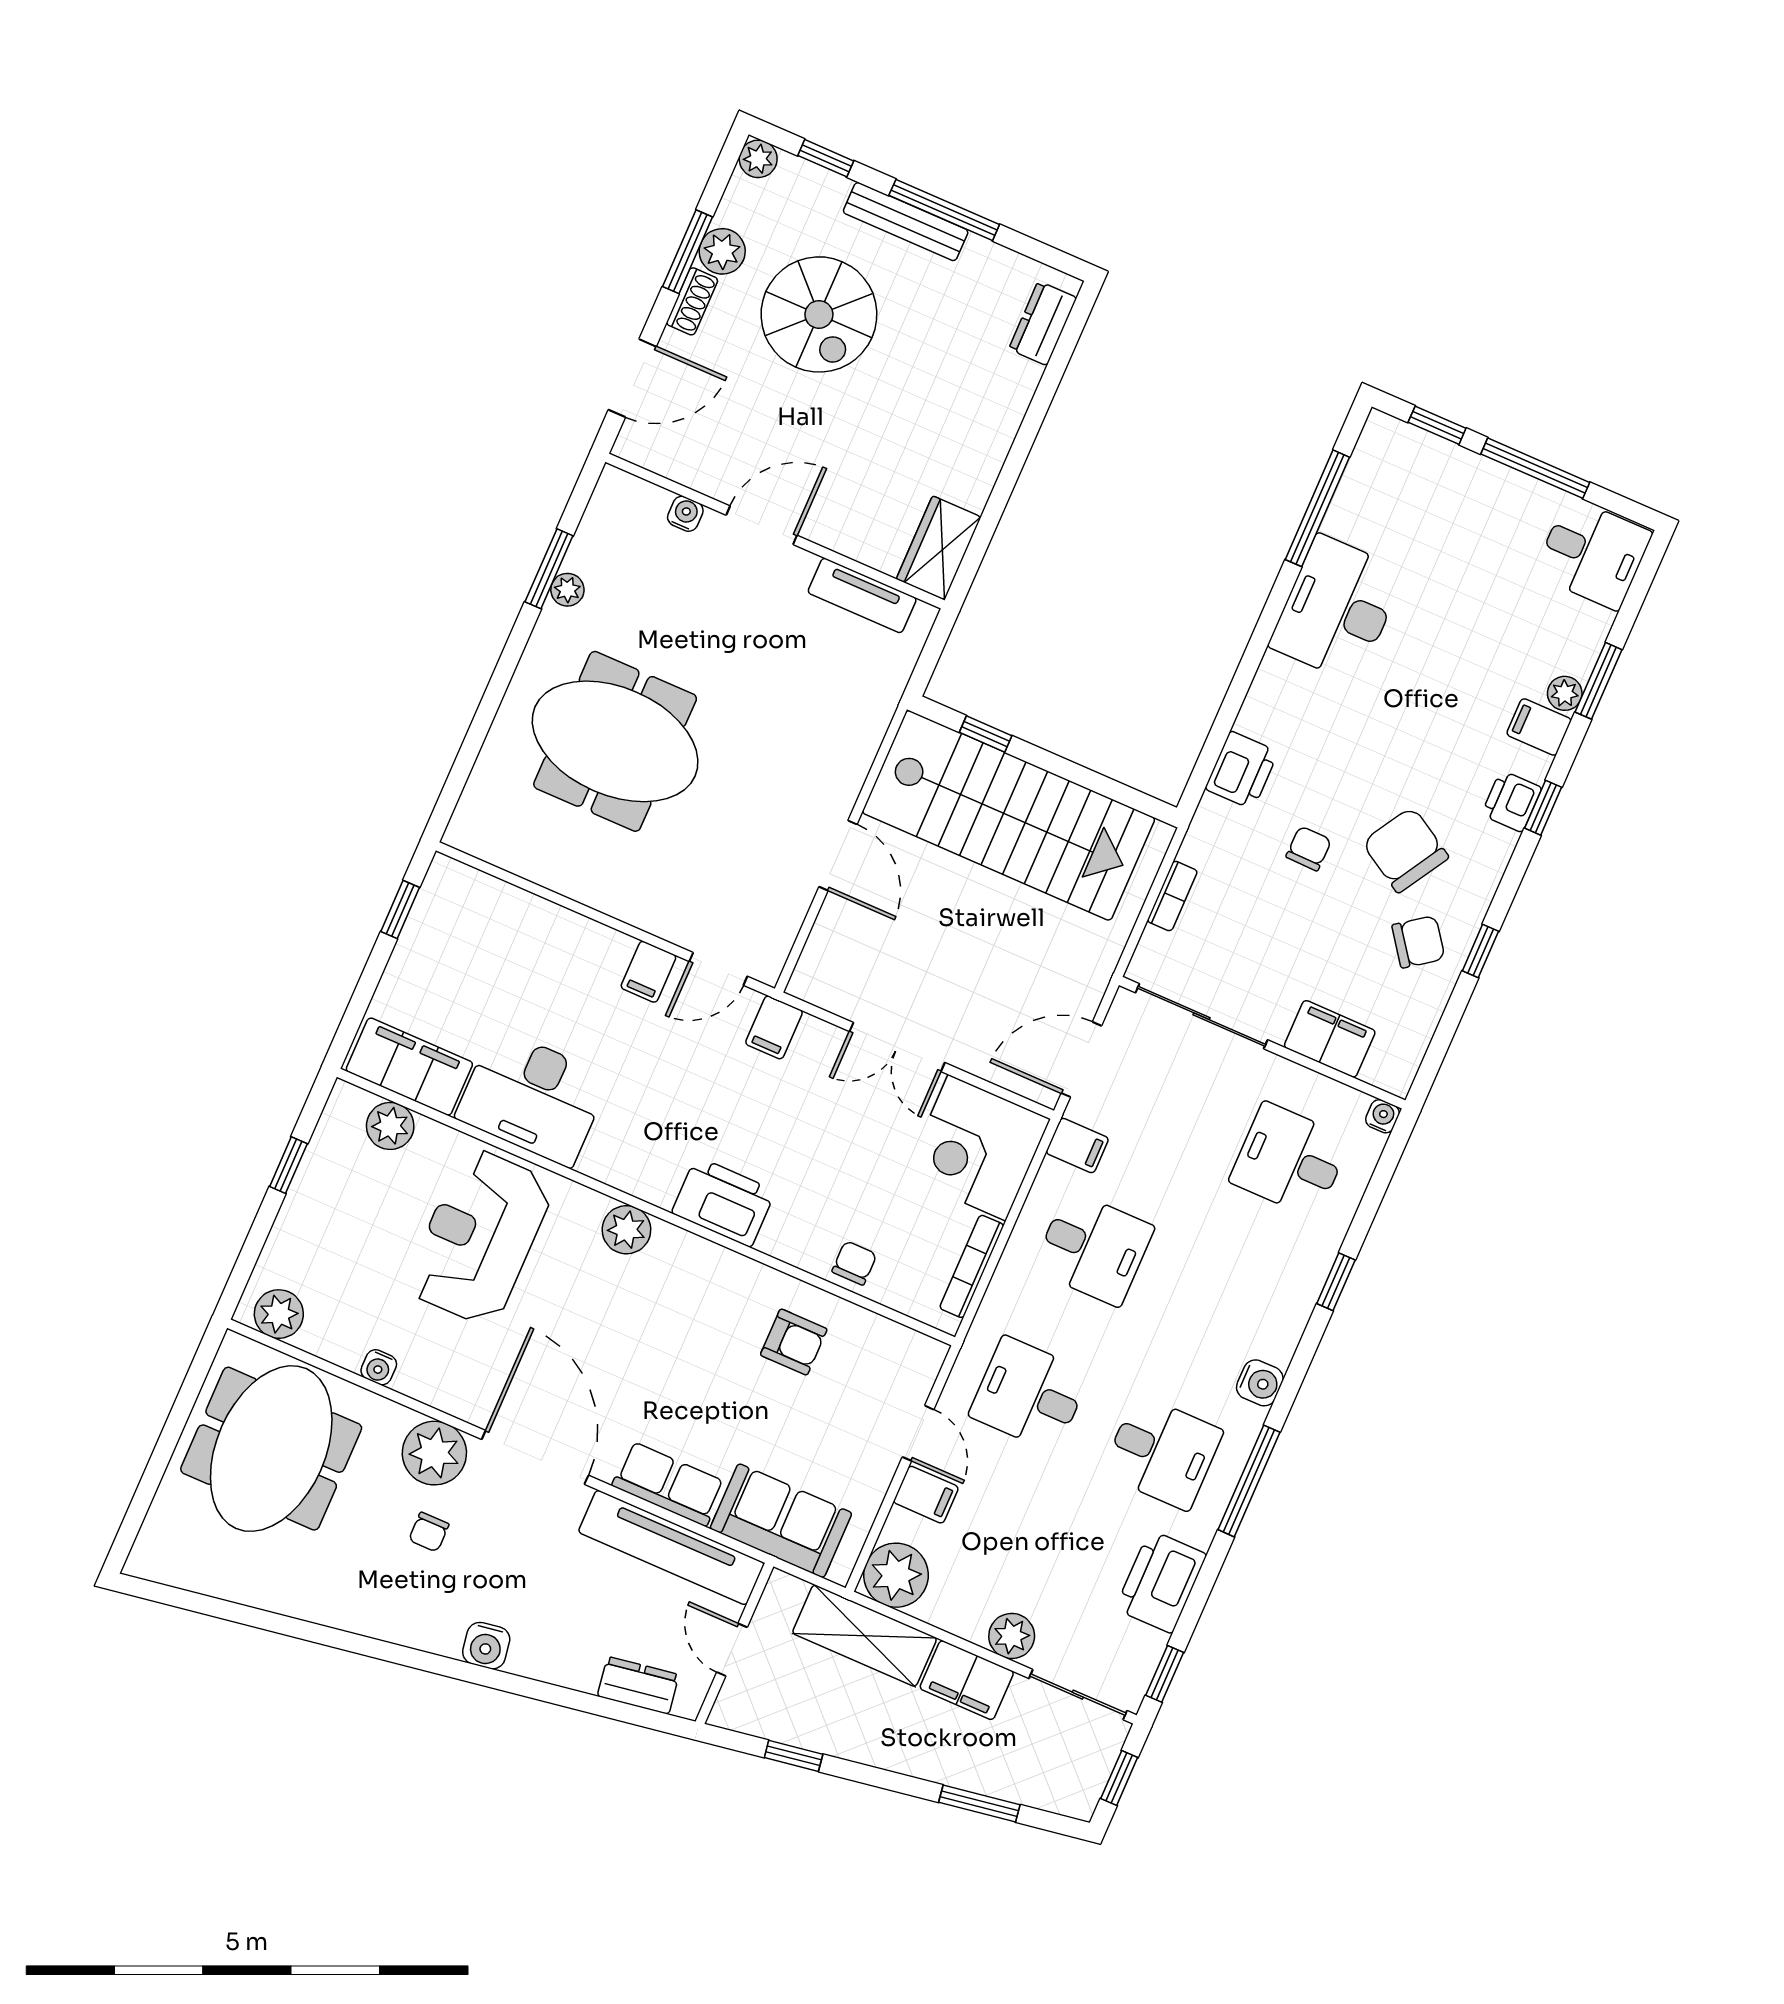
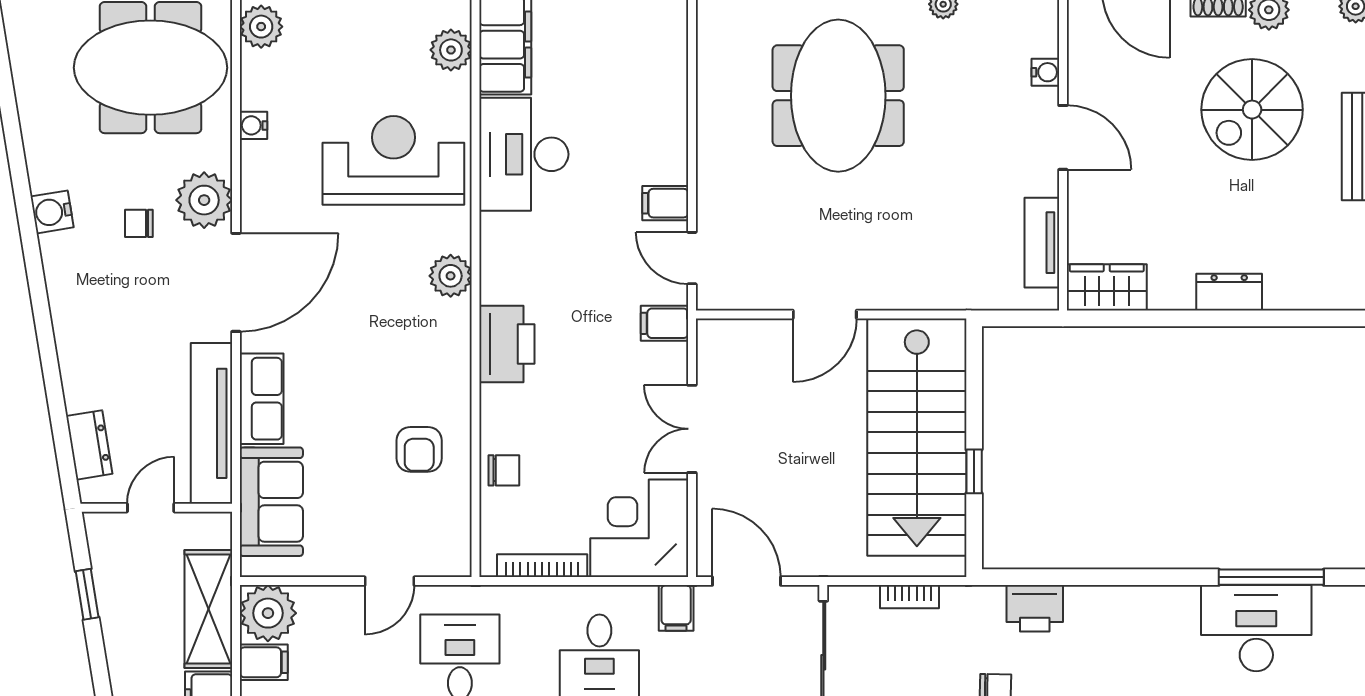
dresser: (1043, 323) -> (1229, 292), moved
desk: (1337, 609) -> (1256, 628), moved
window: (986, 734) -> (974, 471), moved
filing cabinet: (926, 1495) -> (264, 662), moved, turned -90
water cooler: (486, 1646) -> (52, 212), moved

